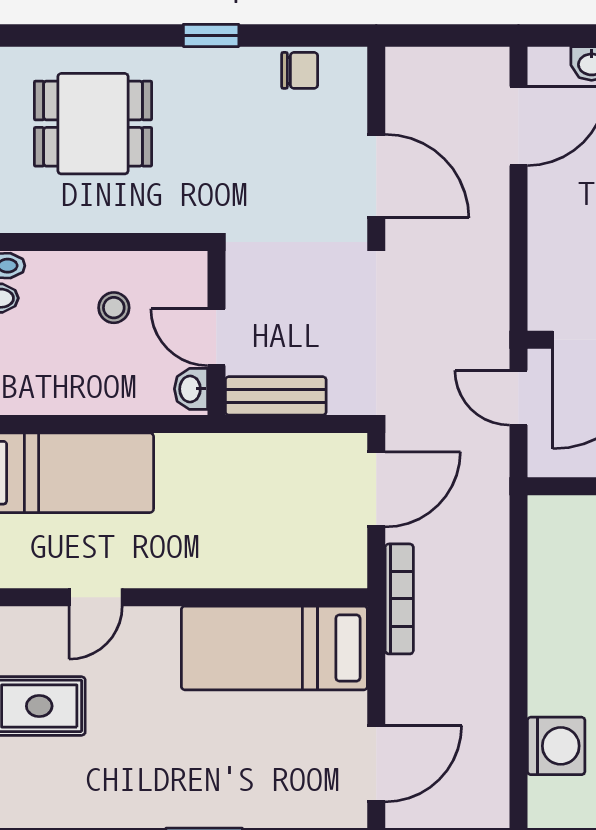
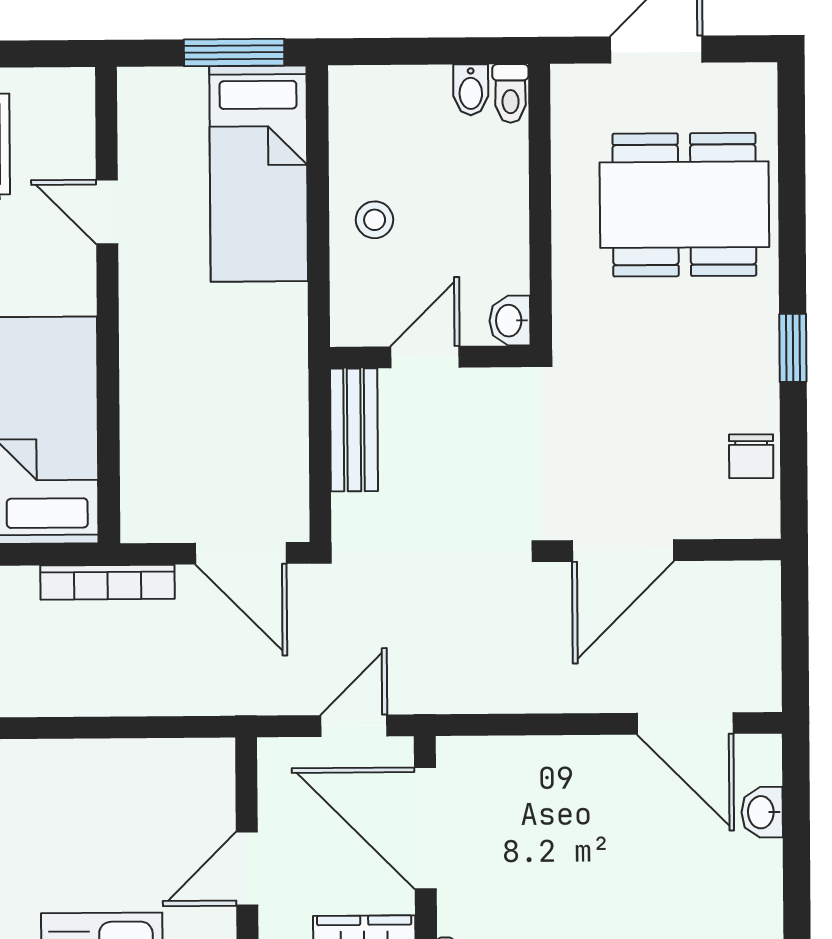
dining table: (93, 124) -> (684, 205), width x1.38
stool: (114, 308) -> (375, 220), moved
washbasin: (191, 389) -> (510, 321), moved, turned -90

